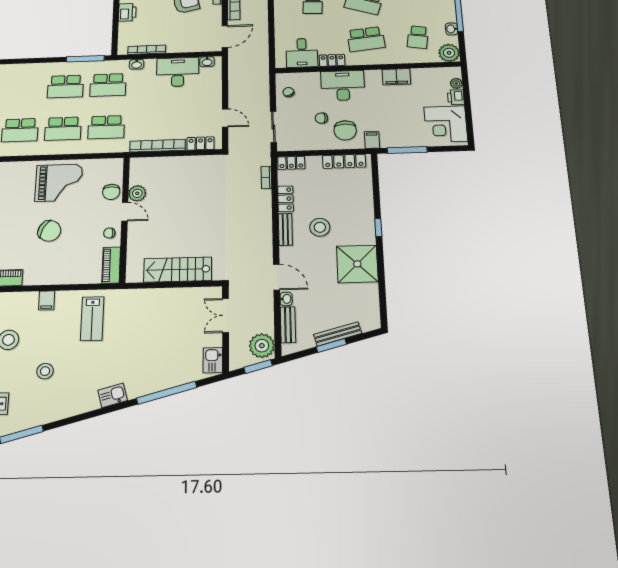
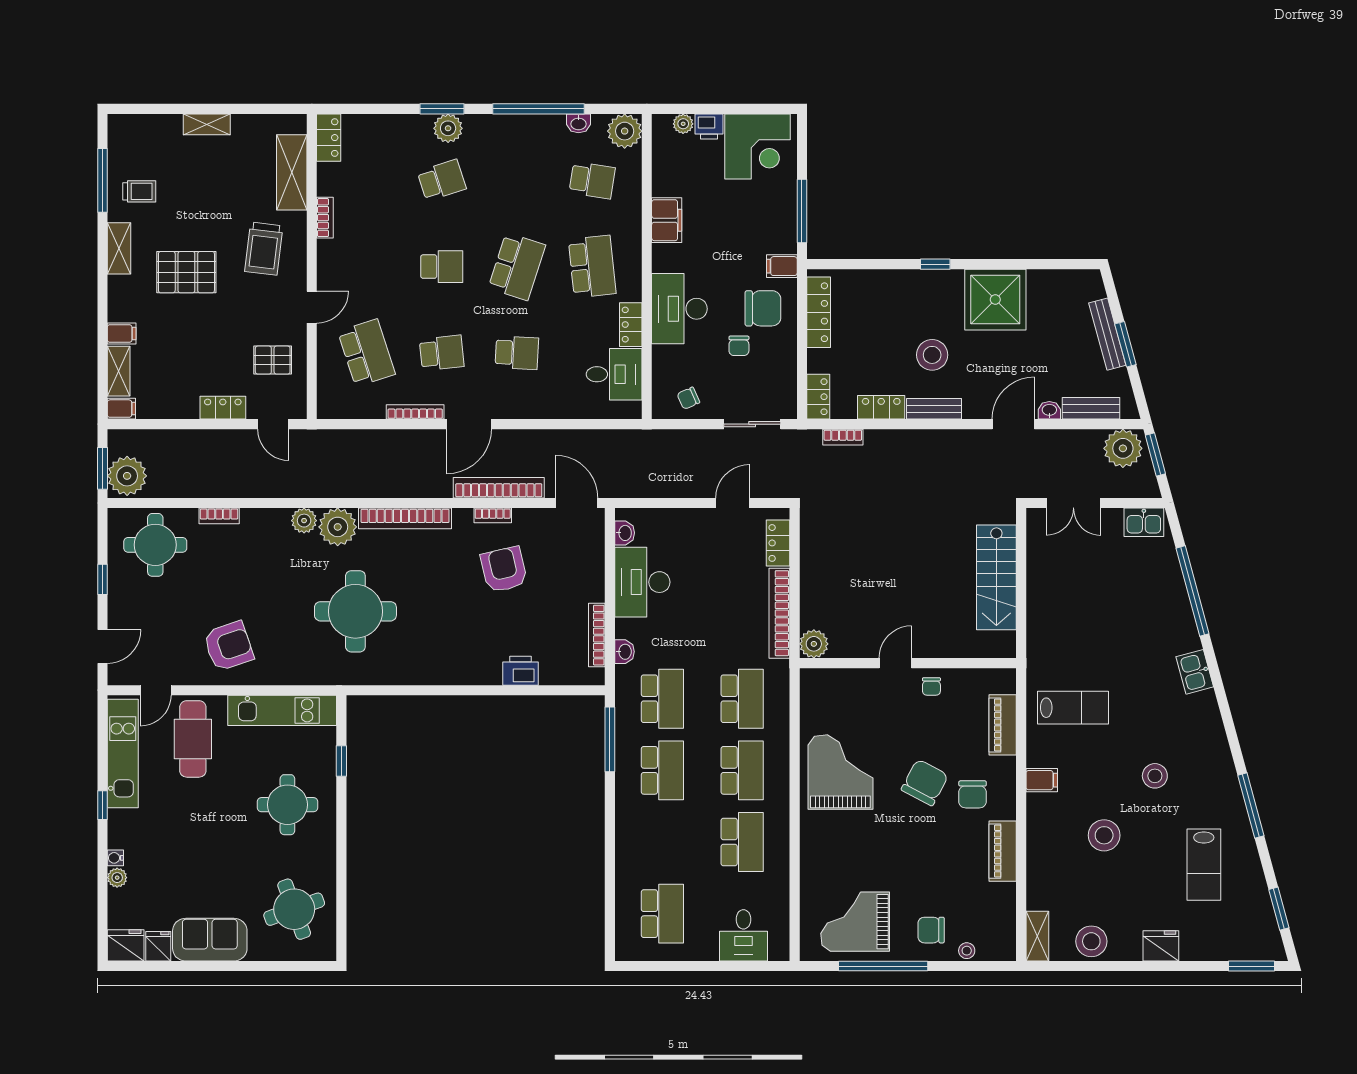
chair: (111, 192) -> (973, 794), moved, turned 90
plant: (137, 193) -> (814, 644), moved
piano: (111, 265) -> (1003, 725), moved, turned 90

